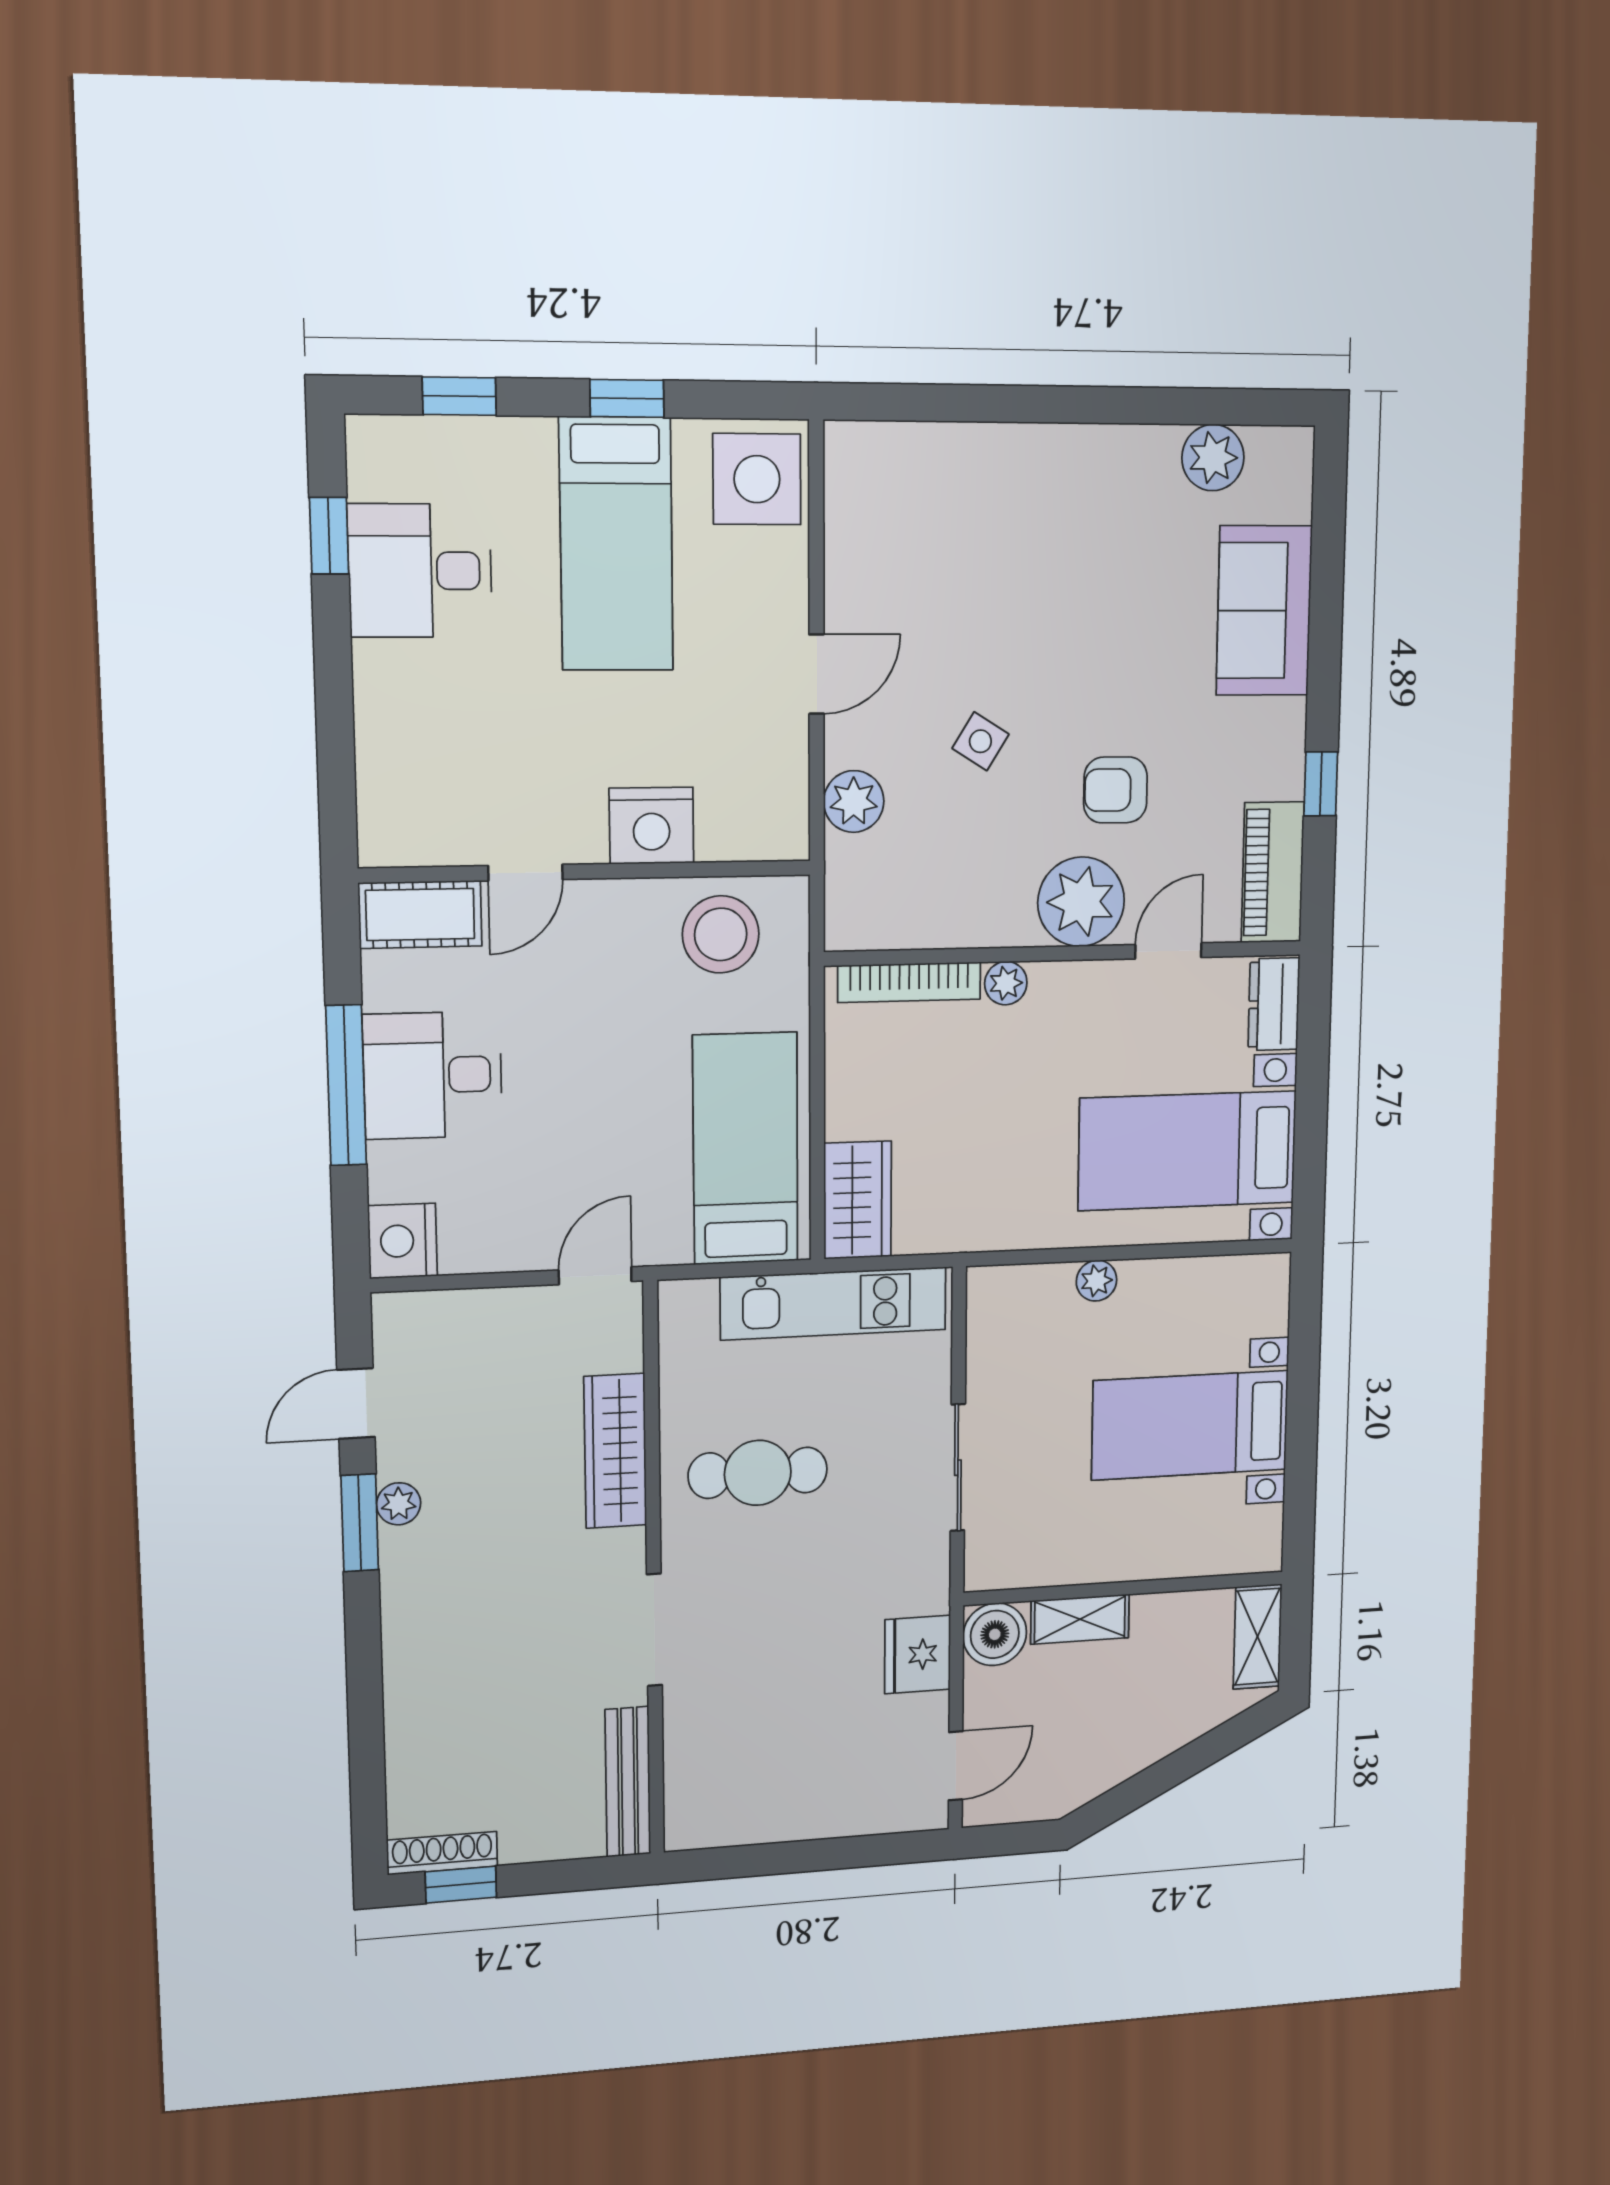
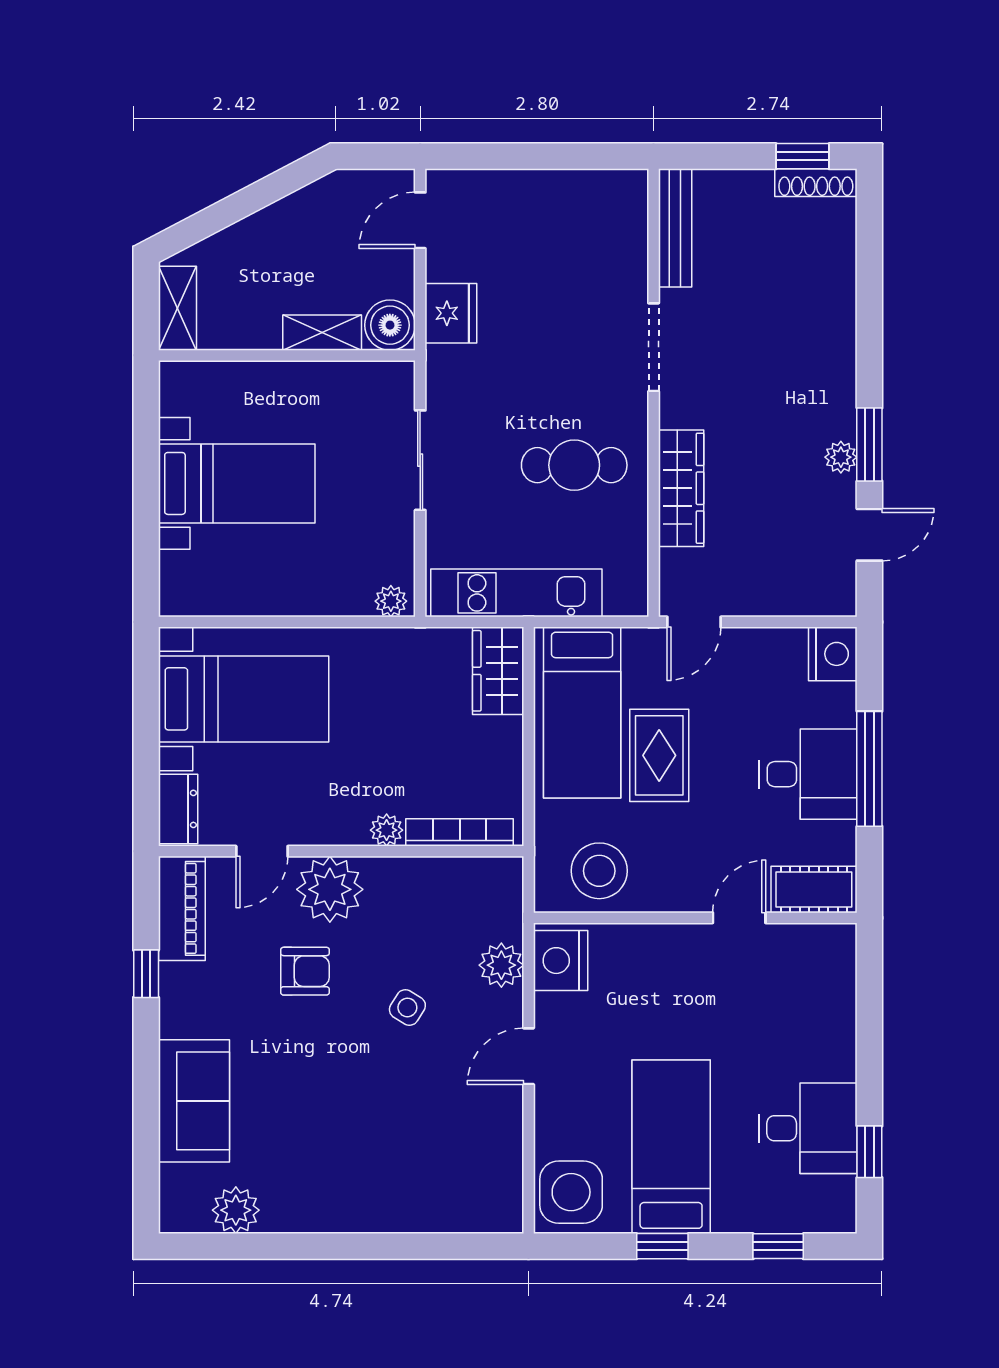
nightstand: (652, 826) -> (561, 961), moved, turned -90
rug: (640, 1094) -> (659, 755), added
plant: (1096, 1281) -> (391, 601), moved

